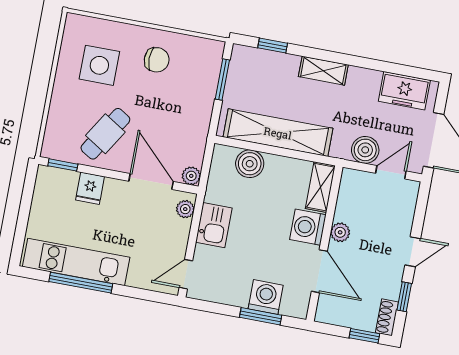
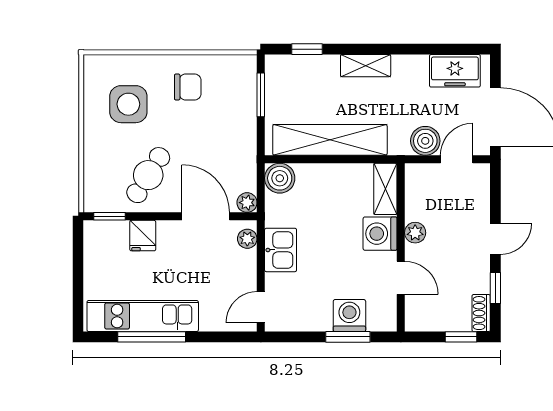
boiler: (250, 164) -> (280, 178), moved
door: (319, 271) -> (401, 278), width x0.73

